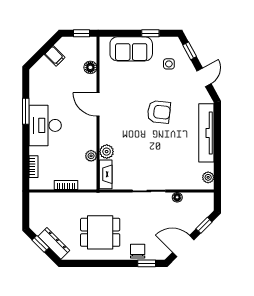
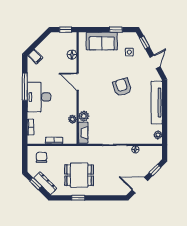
filing cabinet: (55, 56) -> (35, 57), moved
window: (26, 111) -> (25, 87), width x1.44
armchair: (159, 112) -> (122, 87), turned -114
chair: (138, 251) -> (42, 157), moved
window: (147, 263) -> (78, 198), moved

